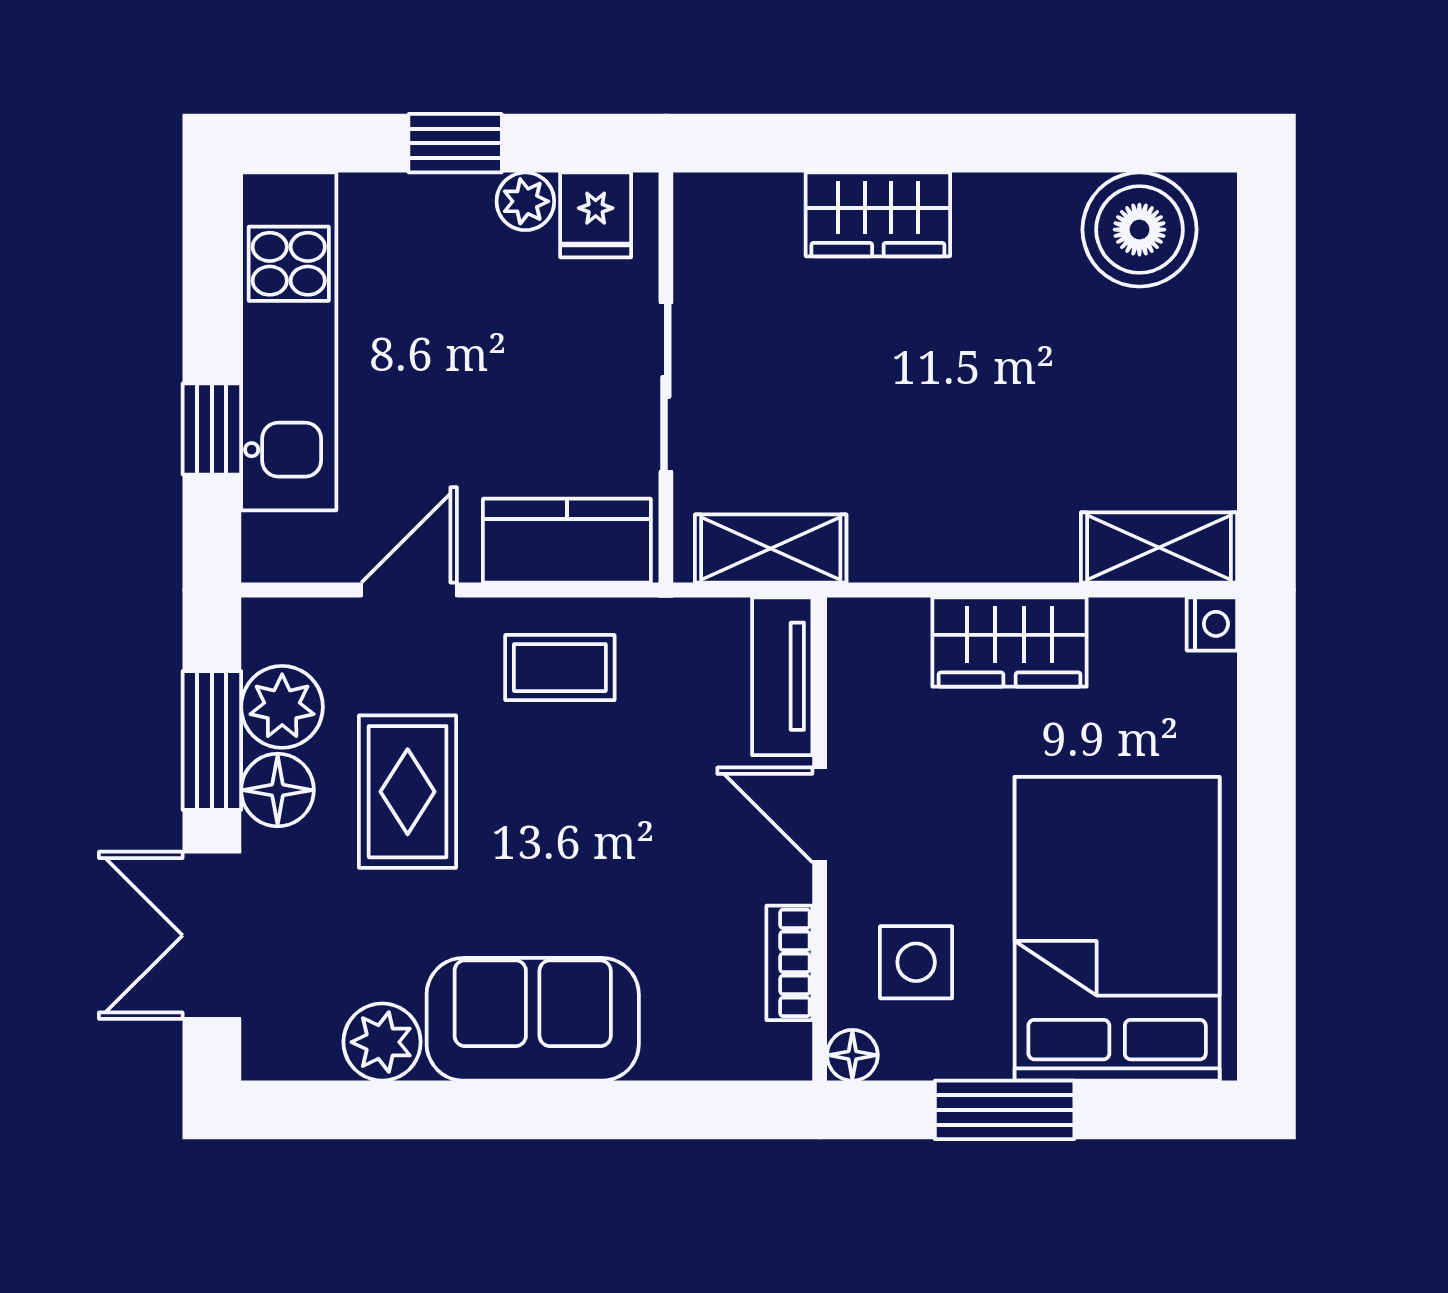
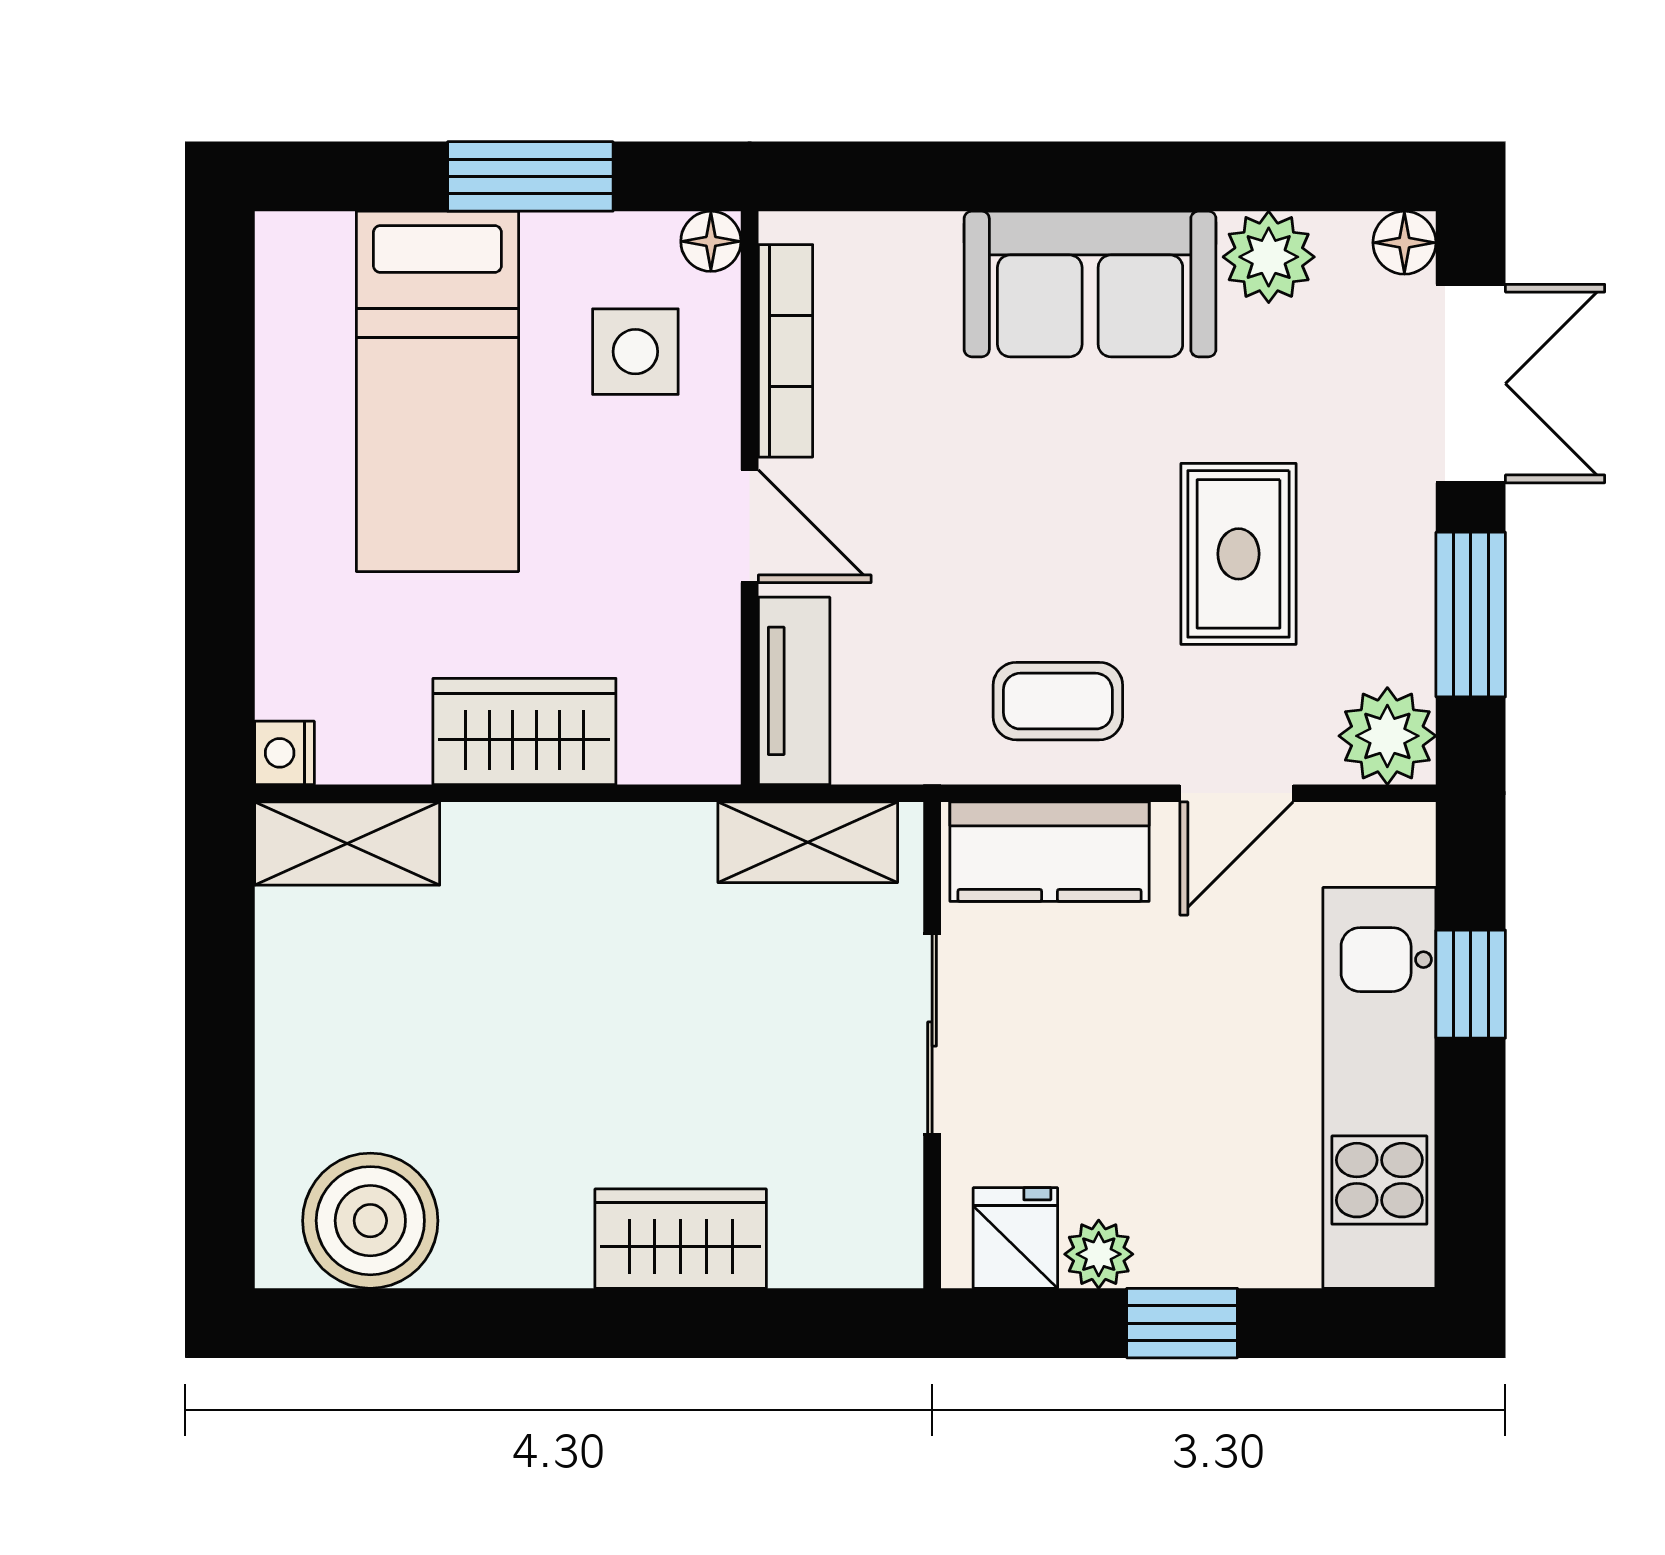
plant: (282, 707) -> (1387, 736), moved
floor lamp: (278, 790) -> (1404, 243), moved, width x0.73, depth x0.73
bed: (1117, 929) -> (437, 391), width x0.67
bookcase: (789, 963) -> (786, 351), width x1.56

